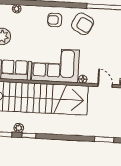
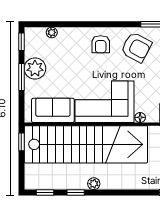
armchair: (55, 20) -> (101, 44), turned -90
plant: (19, 128) -> (94, 184), moved

